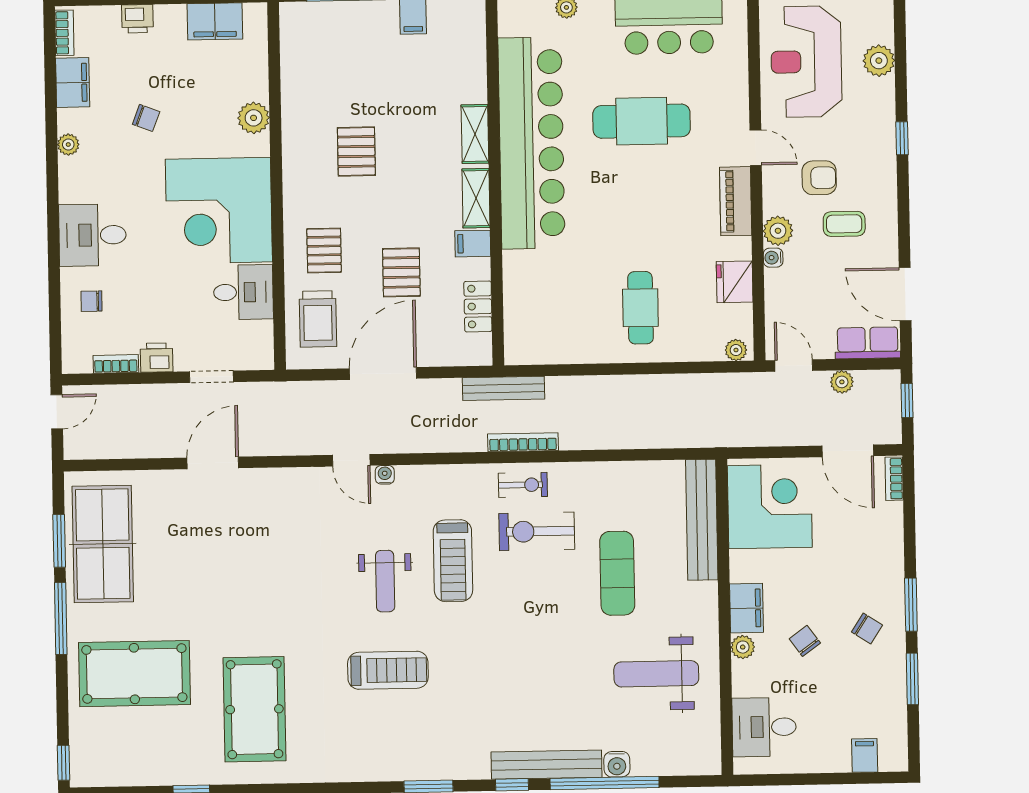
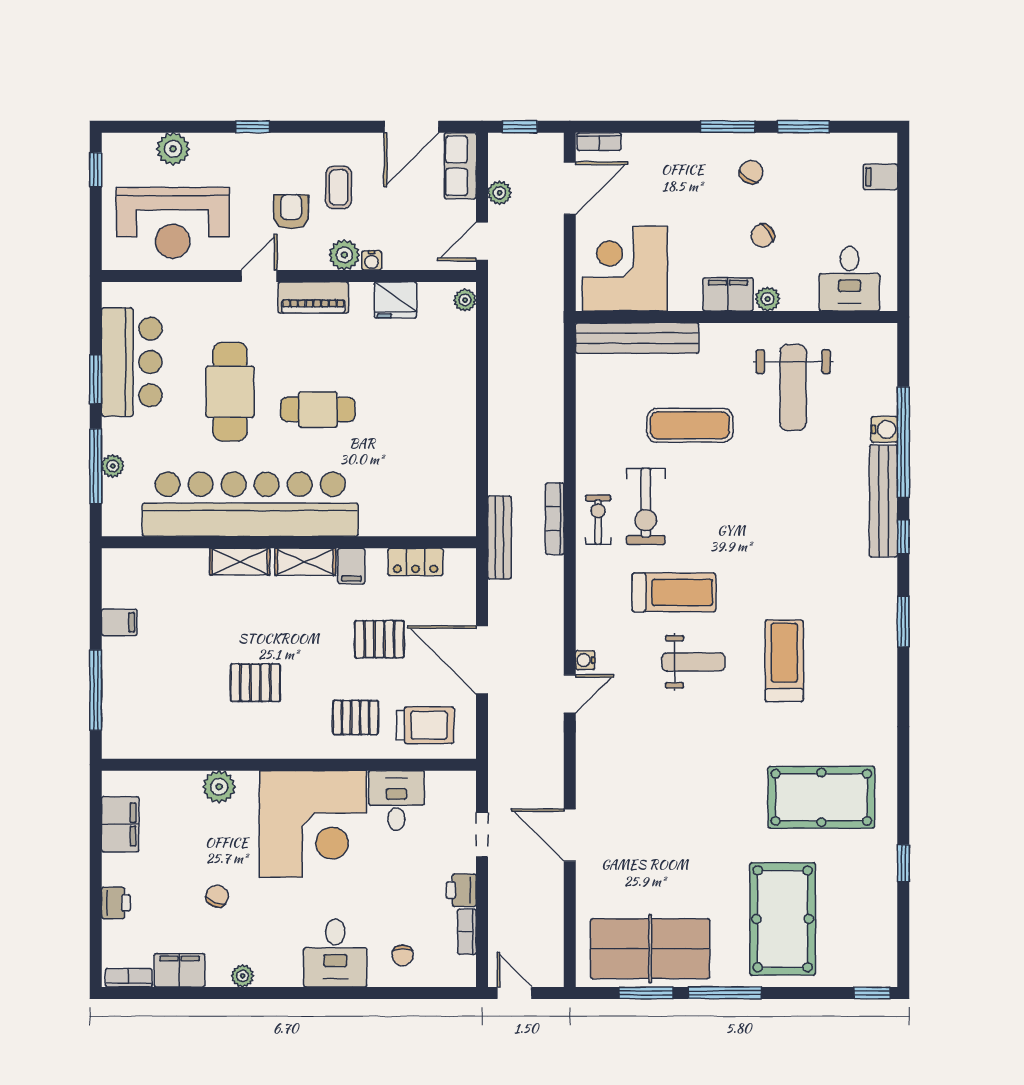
cafe table: (640, 308) -> (318, 409), moved

